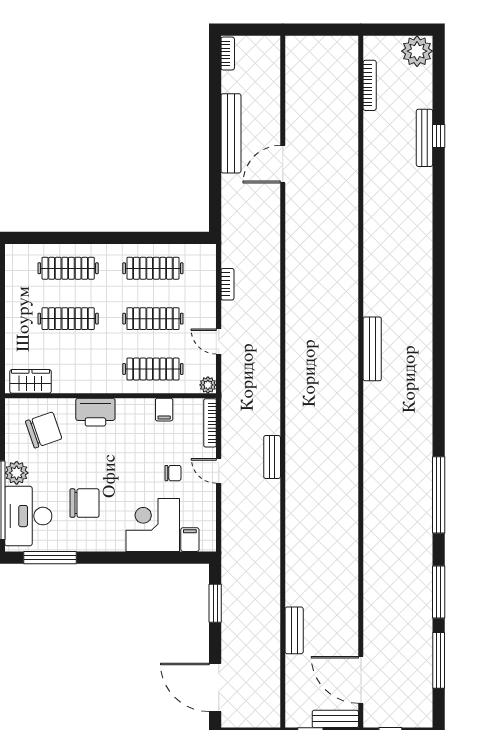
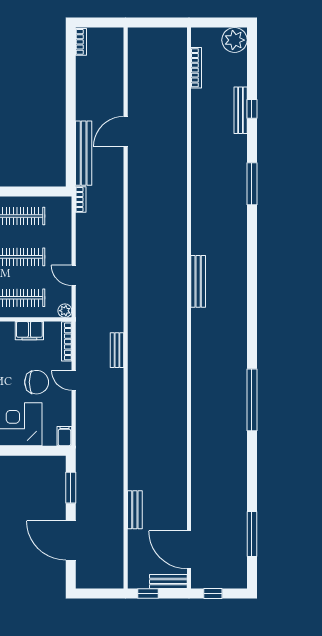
bench: (231, 133) -> (84, 153), moved
bookcase: (227, 284) -> (81, 200), moved
filing cabinet: (164, 410) -> (29, 331), width x2.00
bench: (272, 457) -> (117, 350), moved
chair: (173, 473) -> (37, 382), width x1.87, depth x1.87
filing cabinet: (190, 540) -> (64, 436), moved
window: (439, 592) -> (252, 184), moved
door: (215, 687) -> (71, 540), moved

